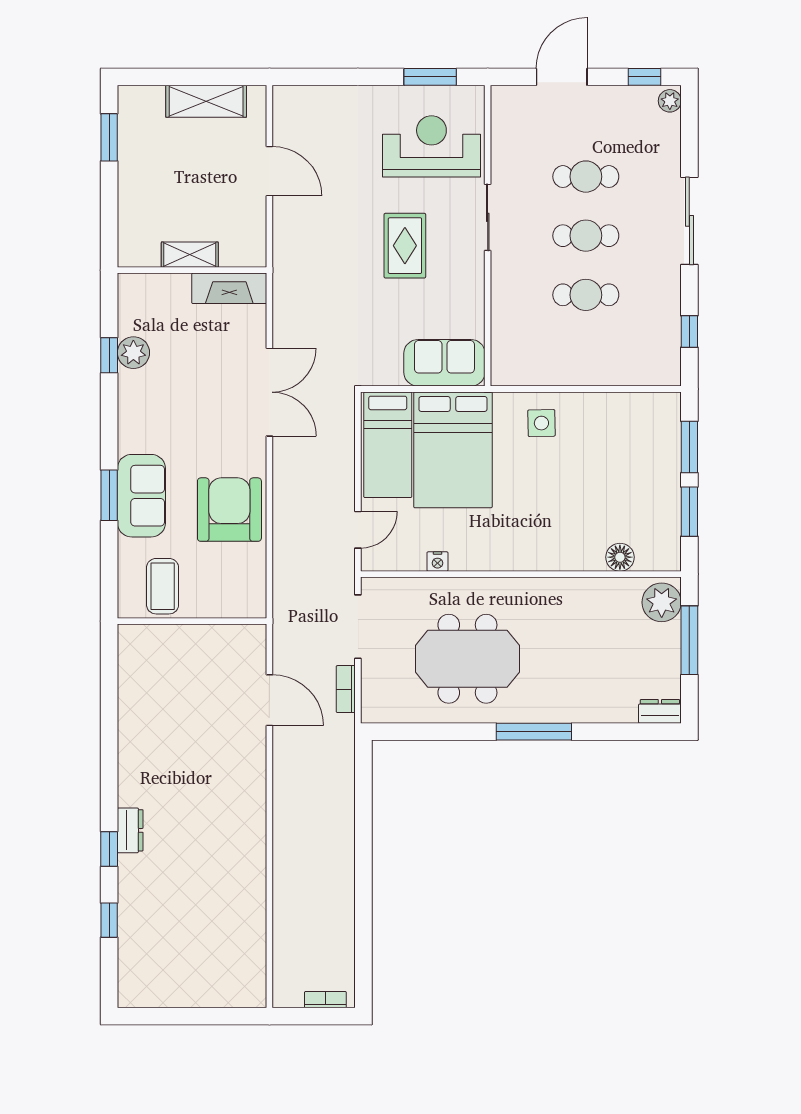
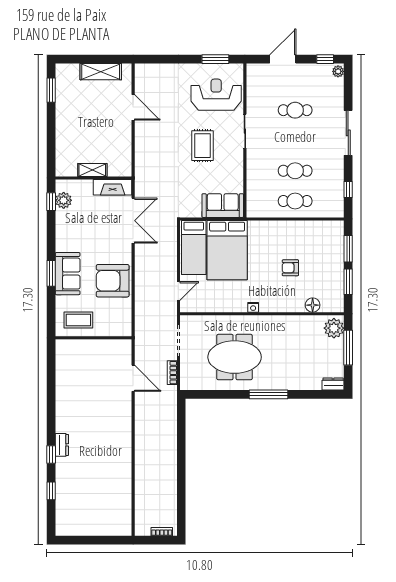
cafe table: (586, 236) -> (295, 201), moved
shelving: (190, 255) -> (92, 170), moved
wall: (192, 270) -> (94, 178), moved
fireplace: (229, 288) -> (113, 187), moved
side table: (541, 423) -> (272, 236), removed
armchair: (577, 484) -> (290, 268), added
armchair: (229, 510) -> (113, 281), turned -90
nightstand: (437, 562) -> (253, 307), moved
coffee table: (163, 586) -> (78, 320), turned 90

